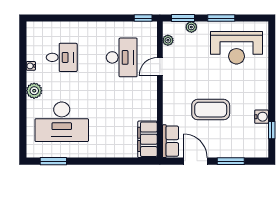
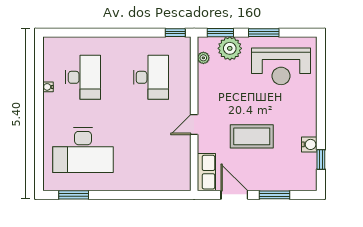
plant: (191, 27) -> (230, 48), width x1.88, depth x1.88
desk: (62, 57) -> (83, 77), width x1.37
door: (160, 67) -> (194, 124), moved
plant: (34, 91) -> (52, 115), removed
filing cabinet: (147, 139) -> (180, 170), removed

